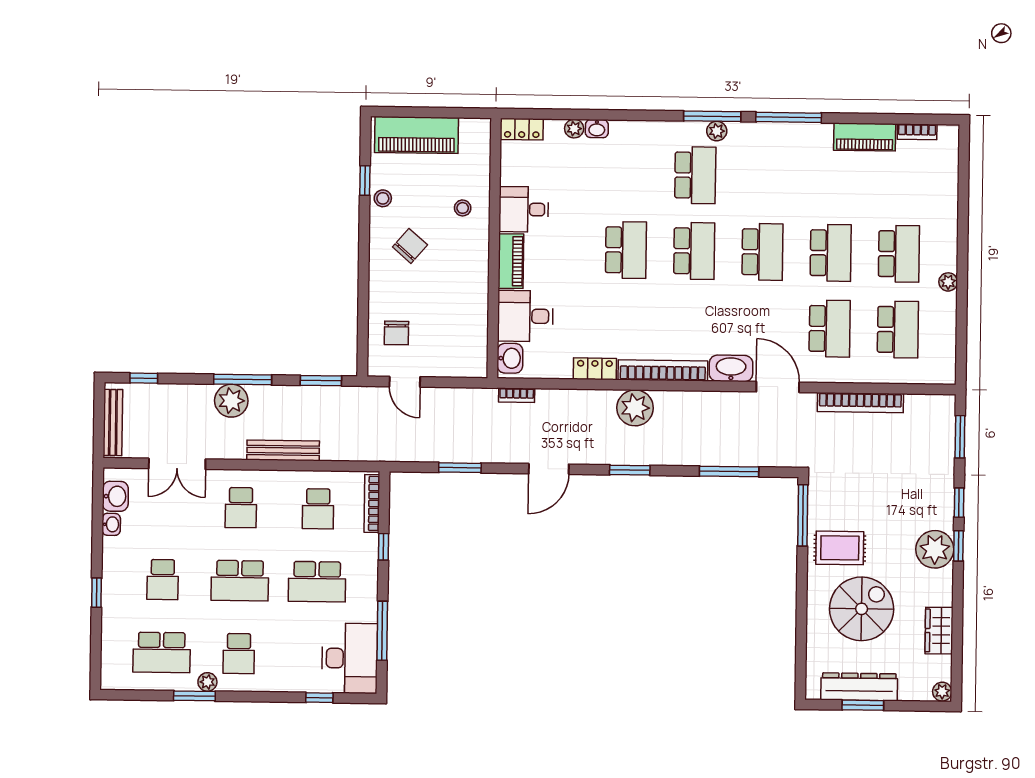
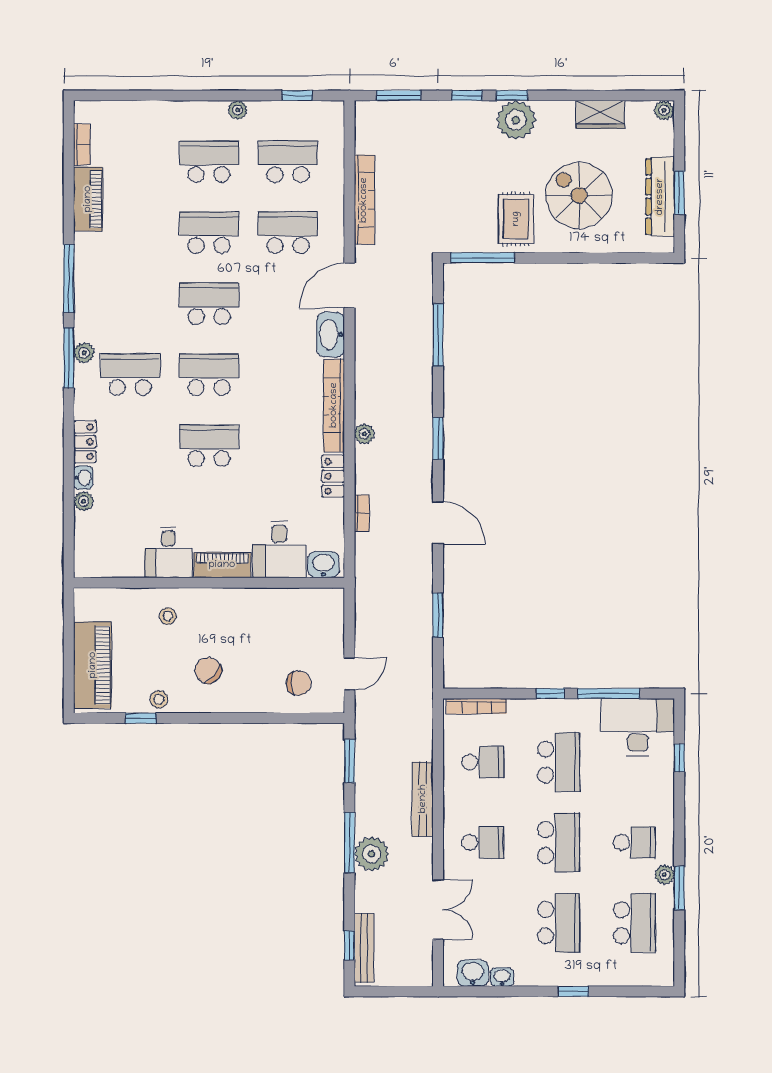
locker: (522, 129) -> (85, 442), moved
window: (961, 339) -> (297, 95), added
bookcase: (517, 395) -> (362, 513), moved
plant: (635, 408) -> (364, 434), width x0.53, depth x0.53
bench: (113, 422) -> (364, 948), moved, turned 90
window: (383, 547) -> (550, 694), moved
school desk: (163, 580) -> (559, 923), width x1.85

